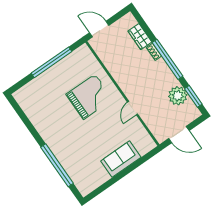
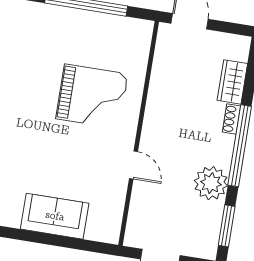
plant: (178, 96) -> (211, 183), moved
door: (133, 108) -> (134, 165), swing flipped

